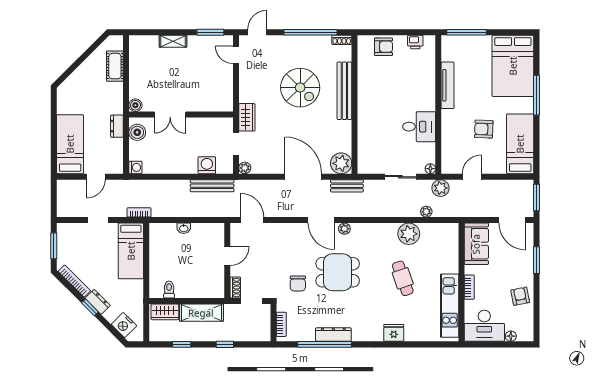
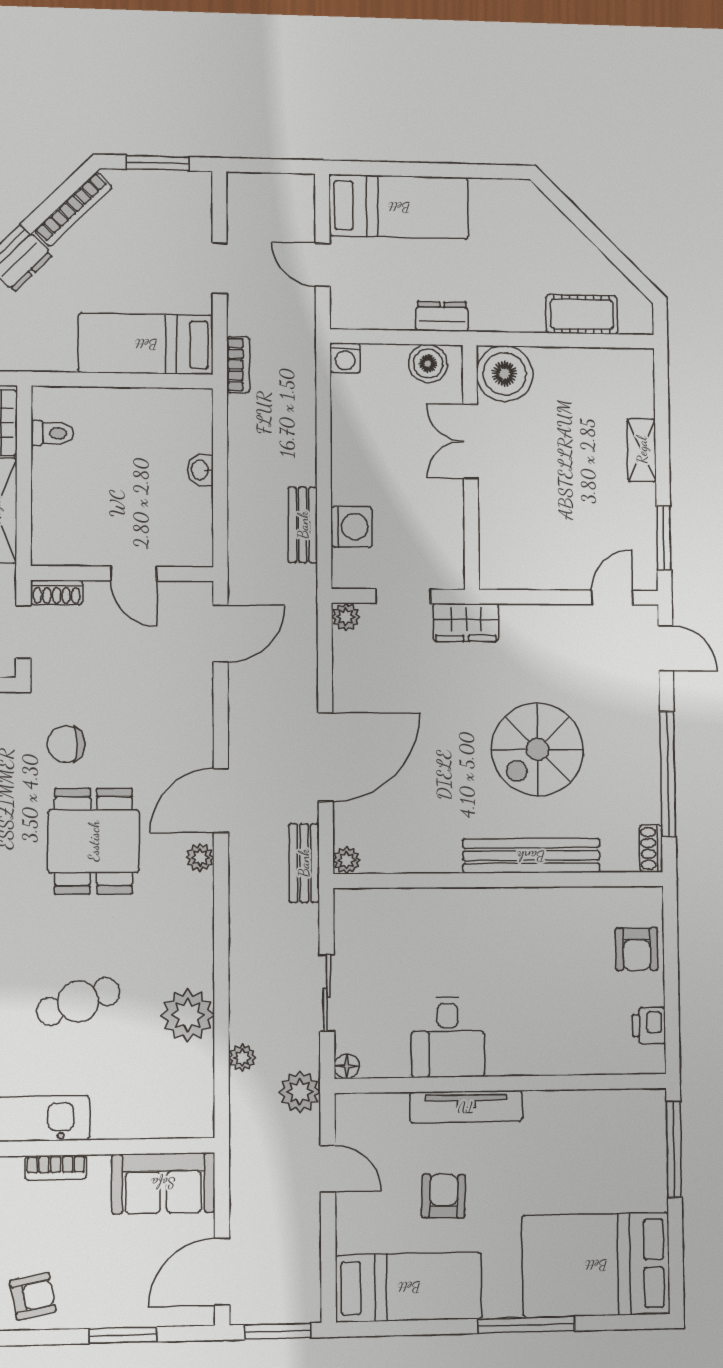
tv unit: (448, 85) -> (466, 1107), moved
boiler: (135, 105) -> (505, 374), width x1.86, depth x1.86
plant: (341, 163) -> (347, 860), width x0.53, depth x0.53
bench: (212, 186) -> (303, 525), width x0.73

